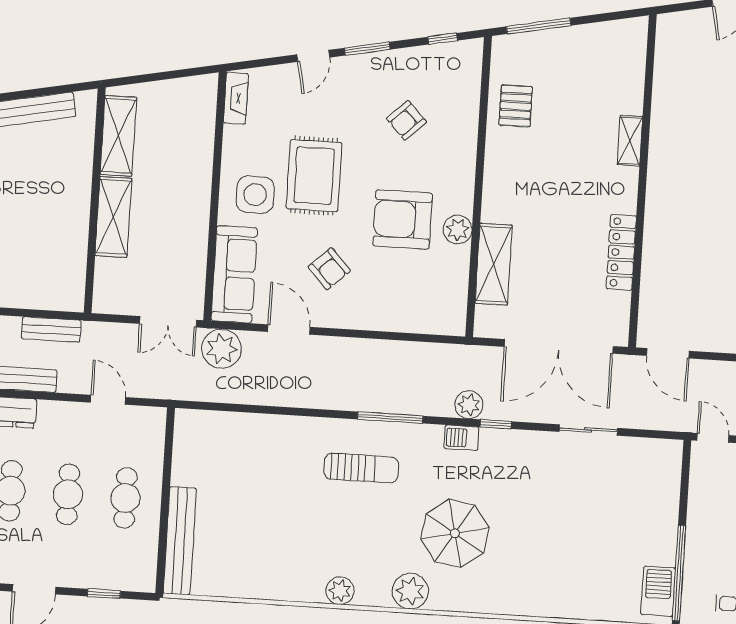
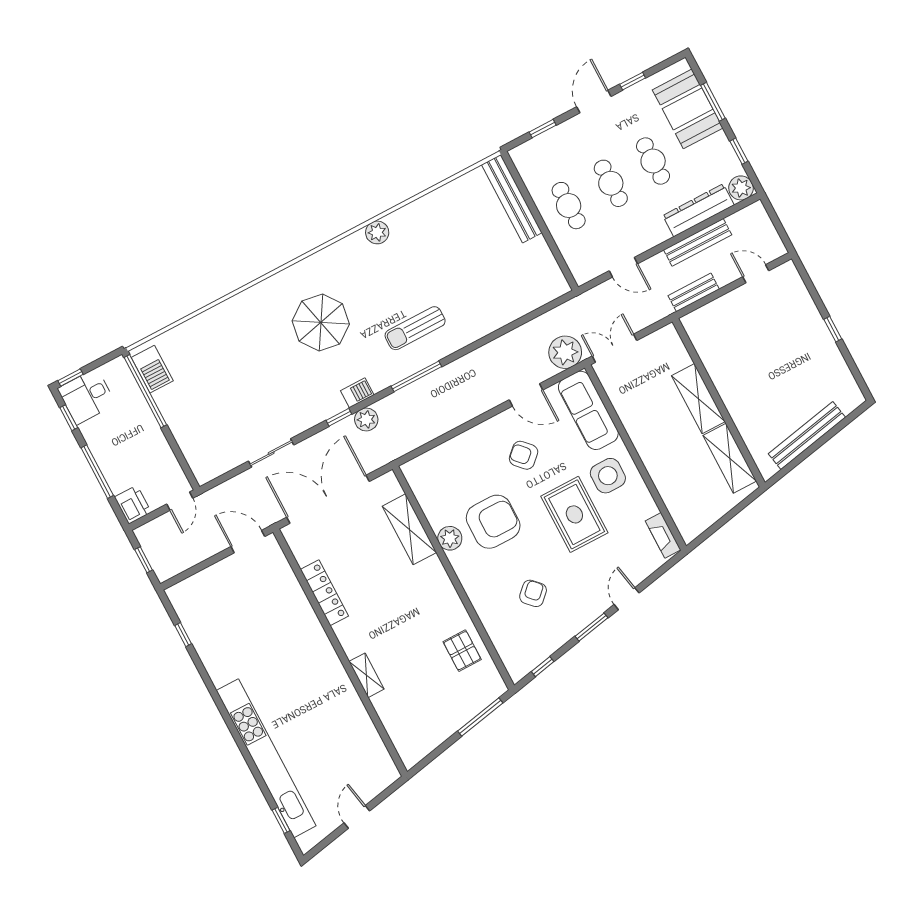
door: (713, 438) -> (180, 501), hinge flipped
plant: (410, 591) -> (327, 262), removed

